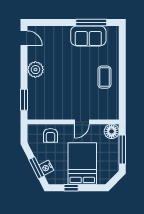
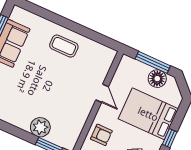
plant: (35, 70) -> (40, 127), moved
floor lamp: (112, 131) -> (157, 79), moved

